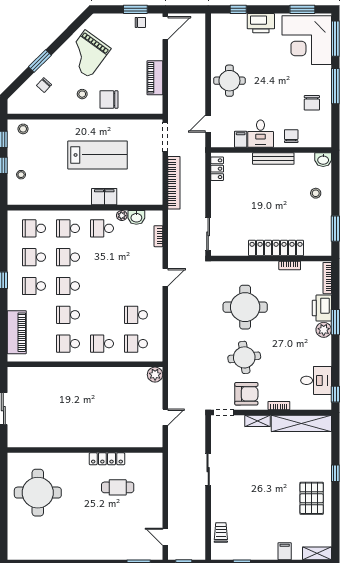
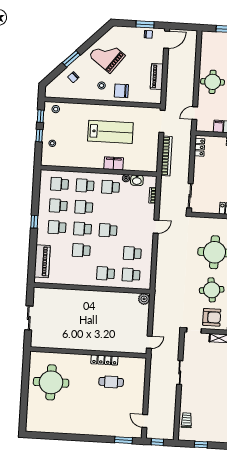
grand piano: (87, 54) -> (107, 56), turned 91
school desk: (68, 344) -> (108, 230), moved
door: (165, 417) -> (149, 342), moved

